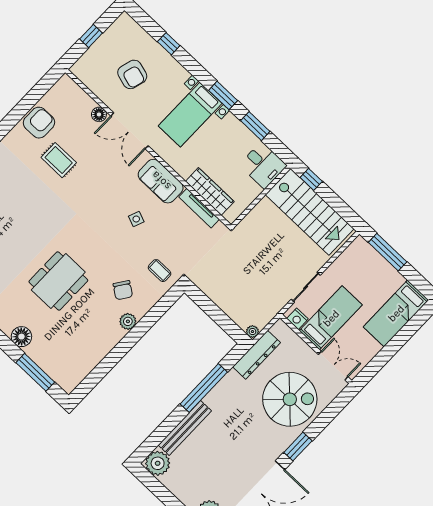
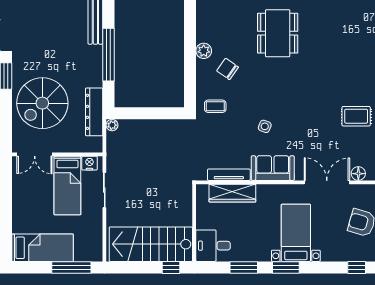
bed: (396, 313) -> (42, 248), moved, turned 90

